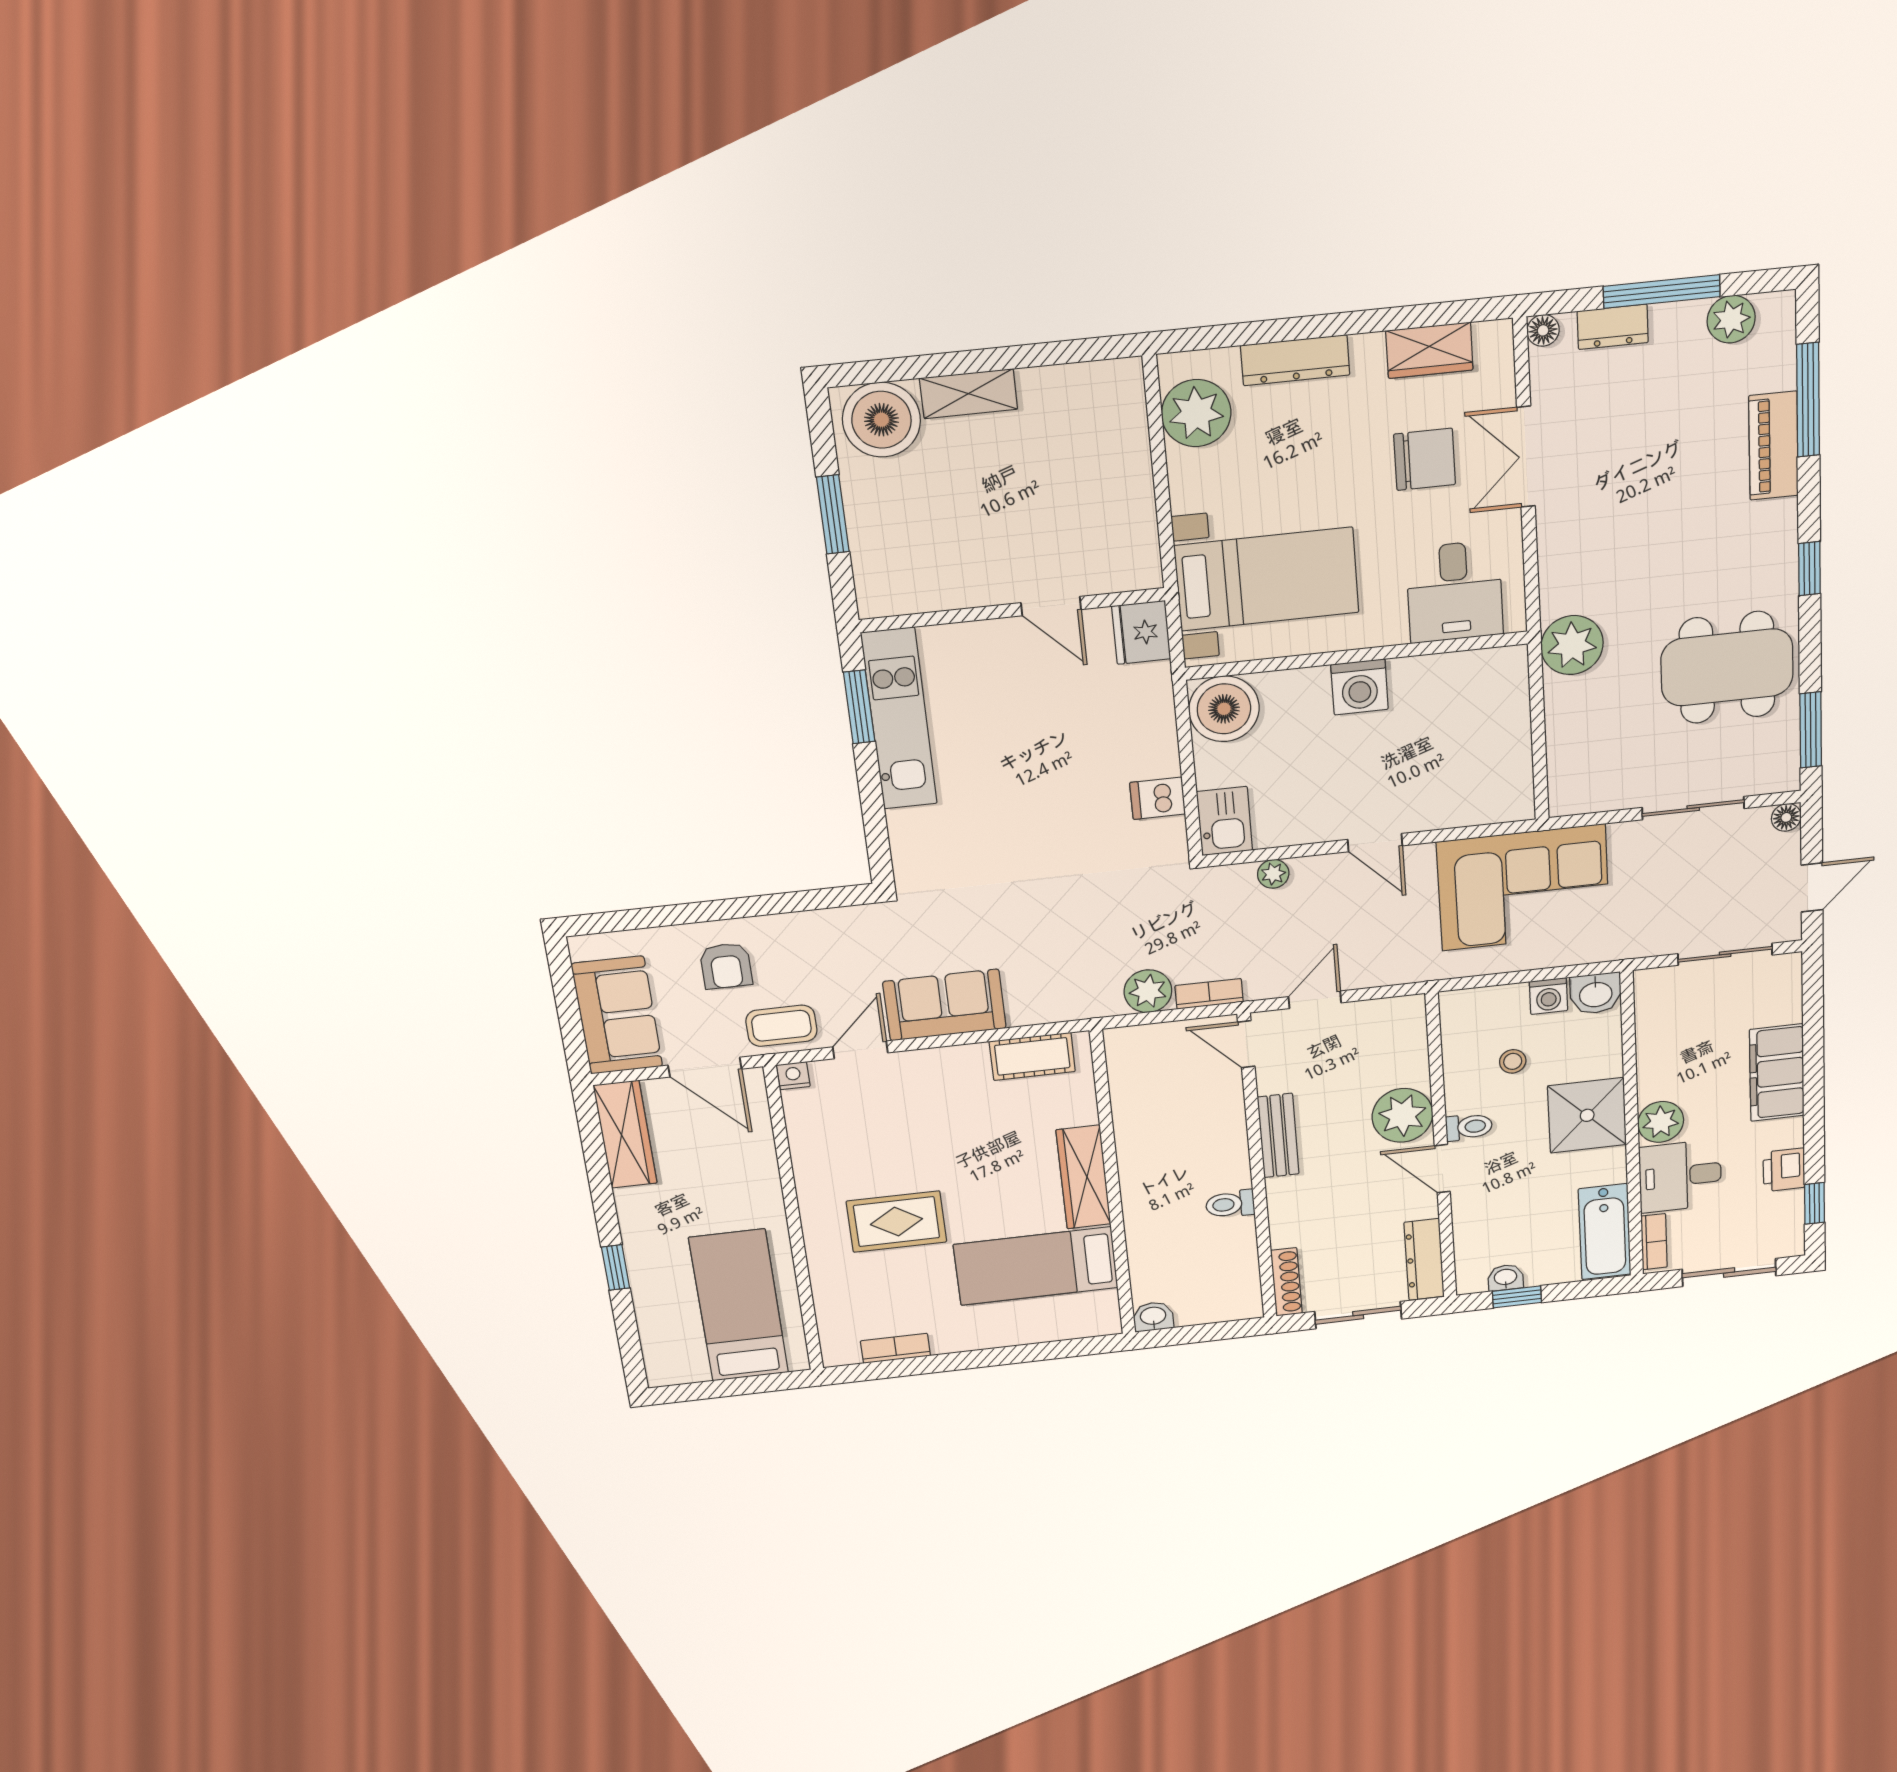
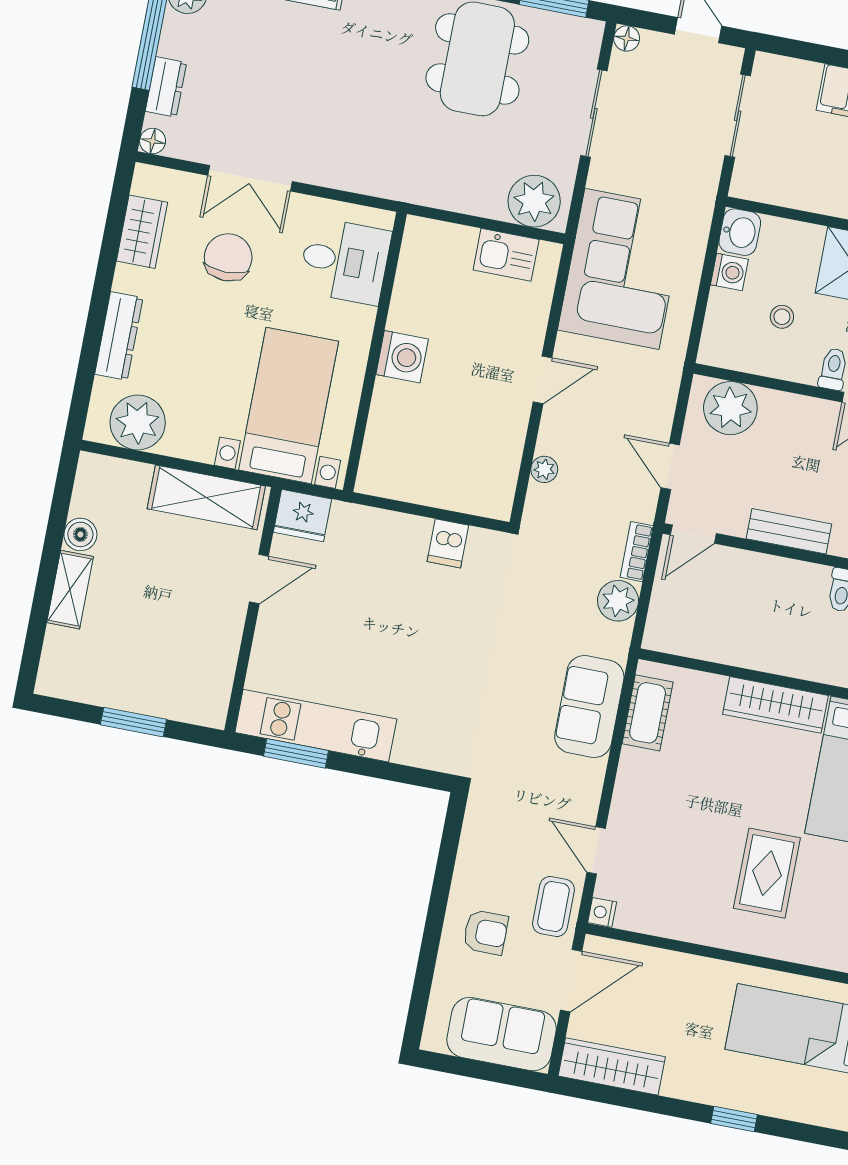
boiler: (881, 420) -> (80, 534), moved, width x0.54, depth x0.54
shelving: (1130, 518) -> (206, 497), added
plant: (1572, 645) -> (534, 201), moved
boiler: (1224, 709) -> (387, 469), removed
kitchen sink: (1224, 821) -> (506, 255), moved, turned 180
sofa: (945, 1005) -> (589, 707), moved
plant: (1402, 1115) -> (730, 408), moved

